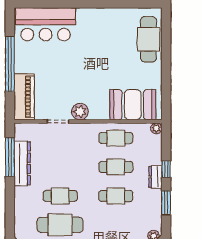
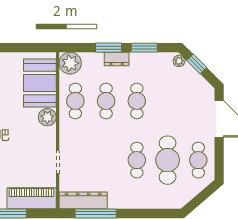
plant: (80, 112) -> (47, 117), moved
plant: (156, 128) -> (70, 63), width x1.87, depth x1.87
dresser: (22, 163) -> (83, 200), moved
window: (166, 169) -> (109, 48), width x1.50

